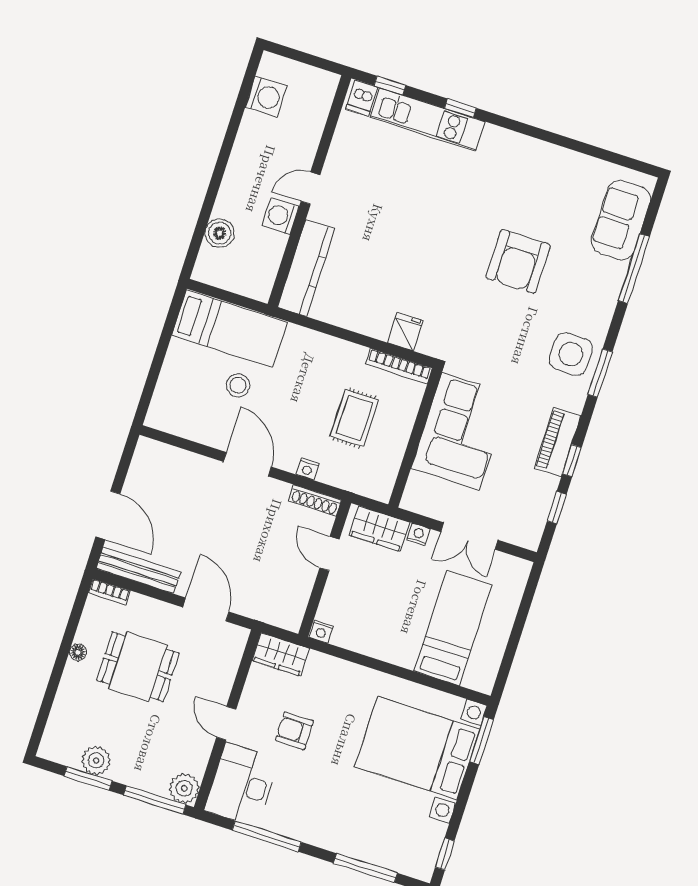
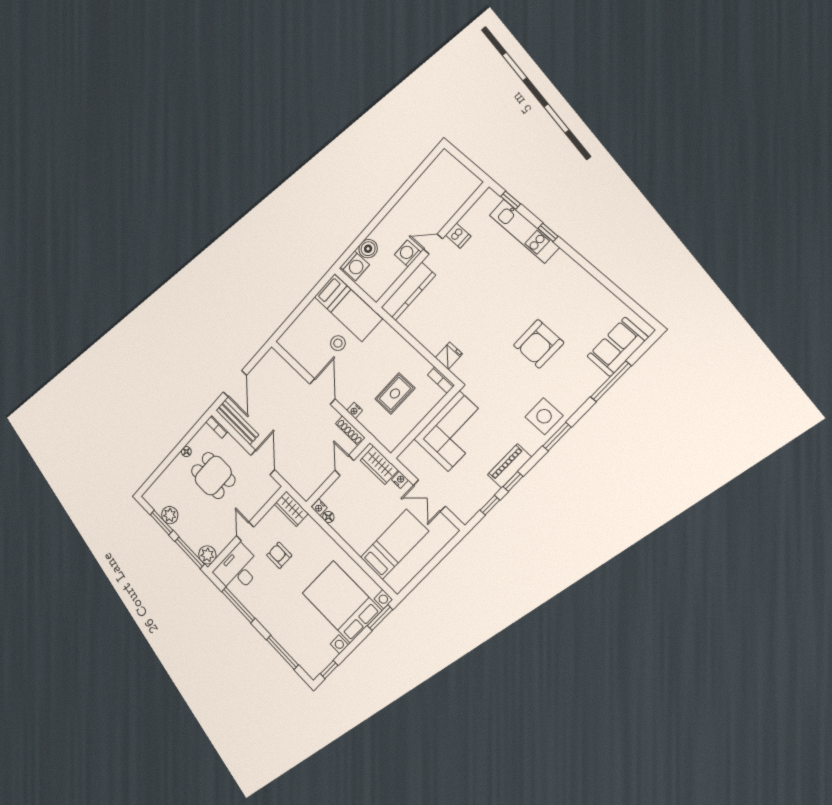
washing machine: (266, 97) -> (355, 266), moved
dishwasher: (362, 98) -> (458, 236), moved, turned -90
bookcase: (399, 366) -> (441, 380), width x0.64
floor lamp: (341, 638) -> (328, 517), added

